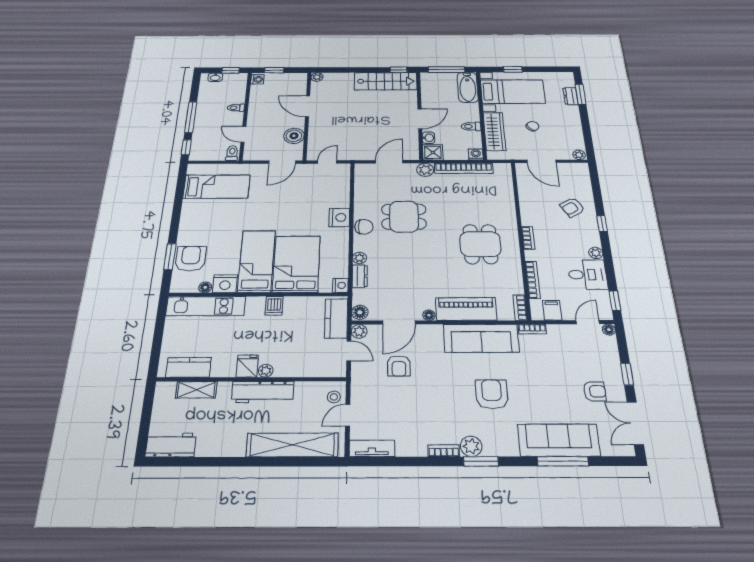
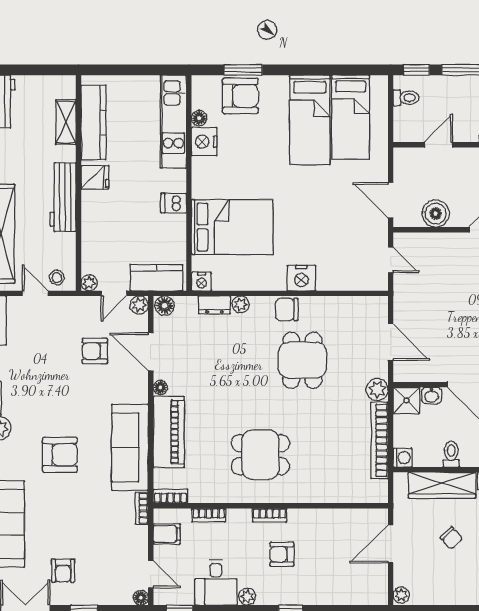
toilet: (232, 153) -> (406, 98), moved
armchair: (572, 207) -> (282, 554), moved, turned -60
chair: (364, 227) -> (287, 309), turned 90
bed: (257, 261) -> (310, 120), moved, turned 90
bookcase: (533, 280) -> (209, 515), width x0.64
kitchen counter: (189, 367) -> (94, 123), width x1.50
plant: (266, 371) -> (89, 283), moved

